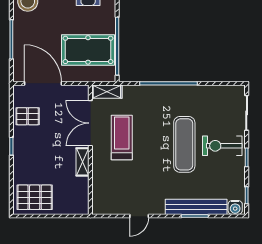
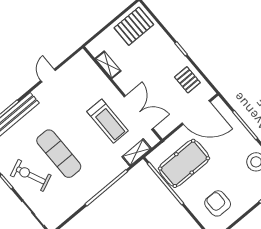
shelving: (107, 92) -> (137, 152), moved
pallet: (28, 116) -> (187, 80), turned 90
exercise bike: (222, 146) -> (31, 175), turned -114
shelving: (82, 162) -> (108, 65), moved

